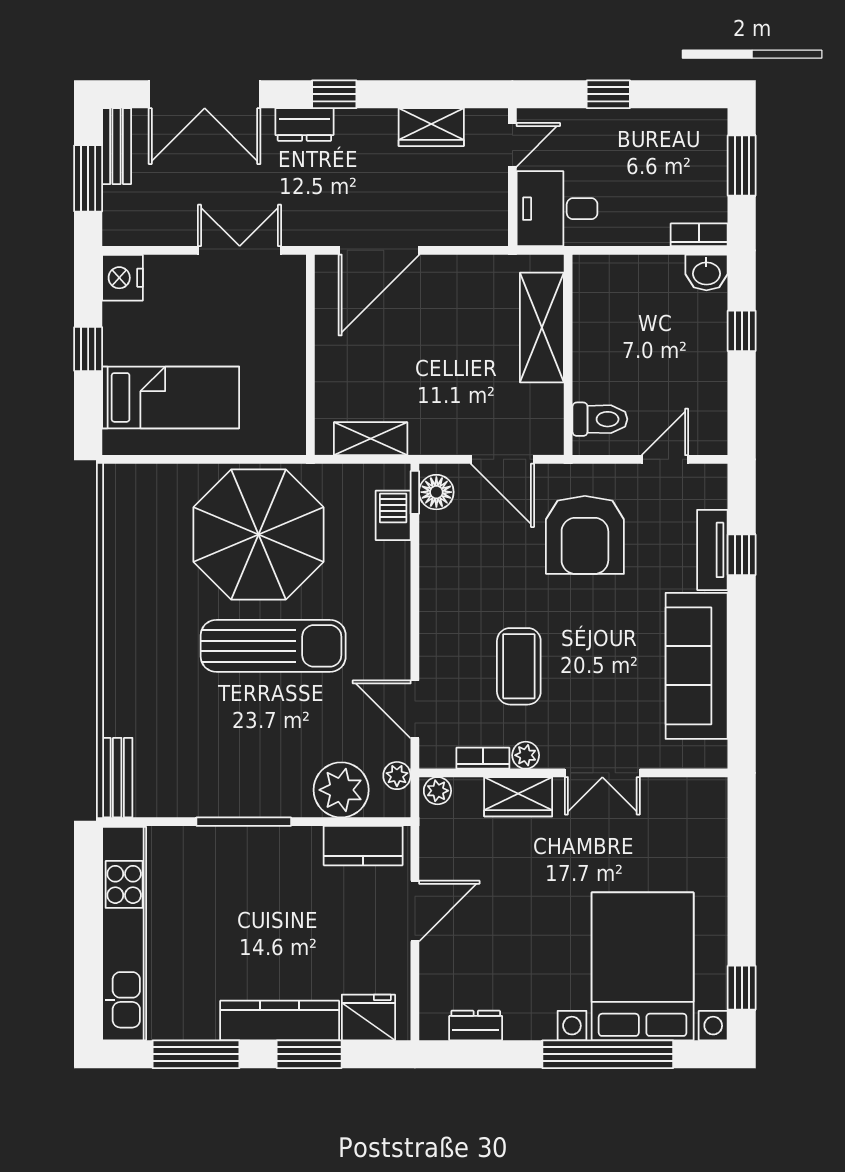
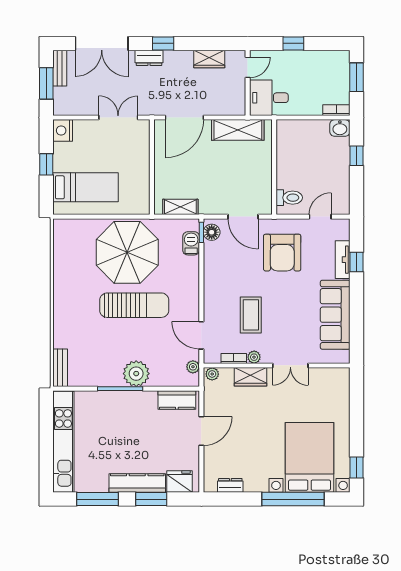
shelving: (542, 327) -> (238, 130), moved, turned 90
plant: (341, 790) -> (136, 374), moved

